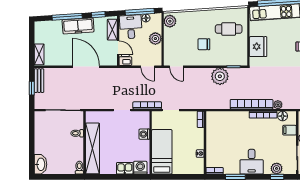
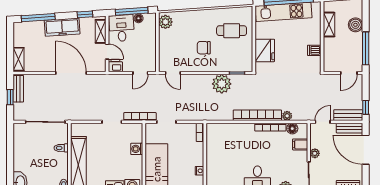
window: (67, 17) -> (38, 18), moved
plant: (155, 39) -> (149, 41), removed
door: (148, 67) -> (140, 73), hinge flipped

